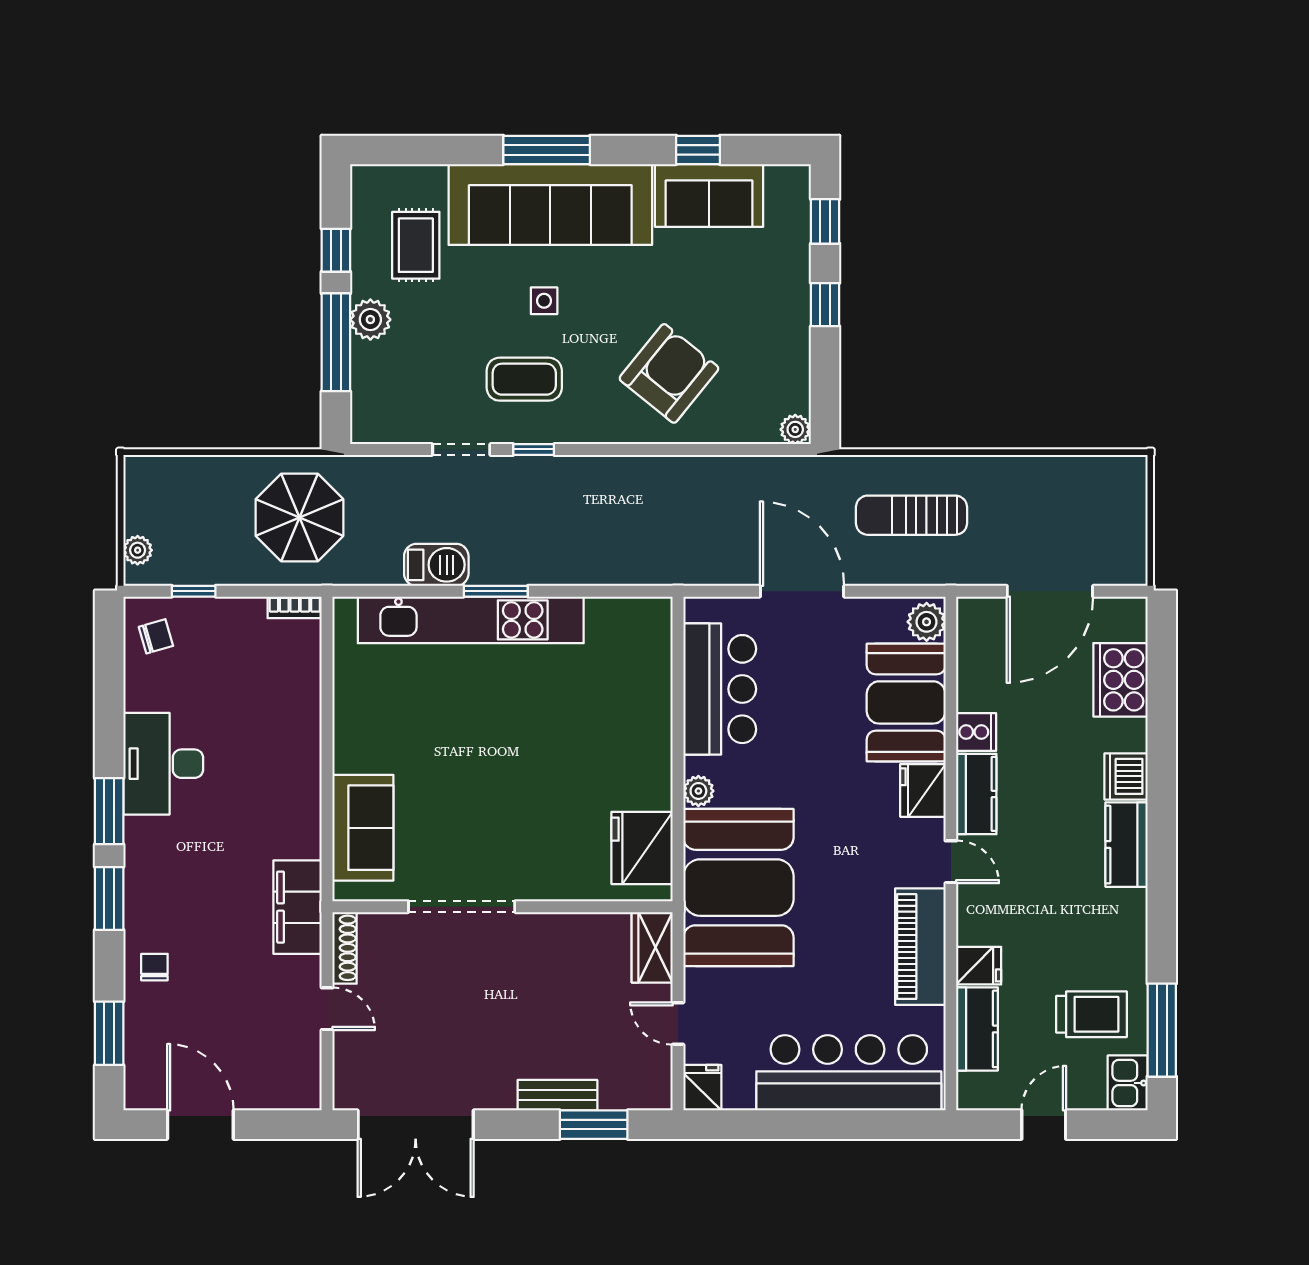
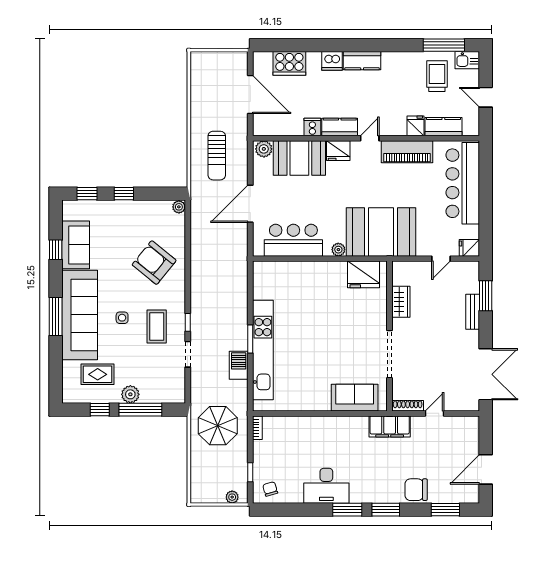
wardrobe: (652, 947) -> (401, 302), moved, turned -90
chair: (154, 967) -> (416, 490), width x1.87, depth x1.87

